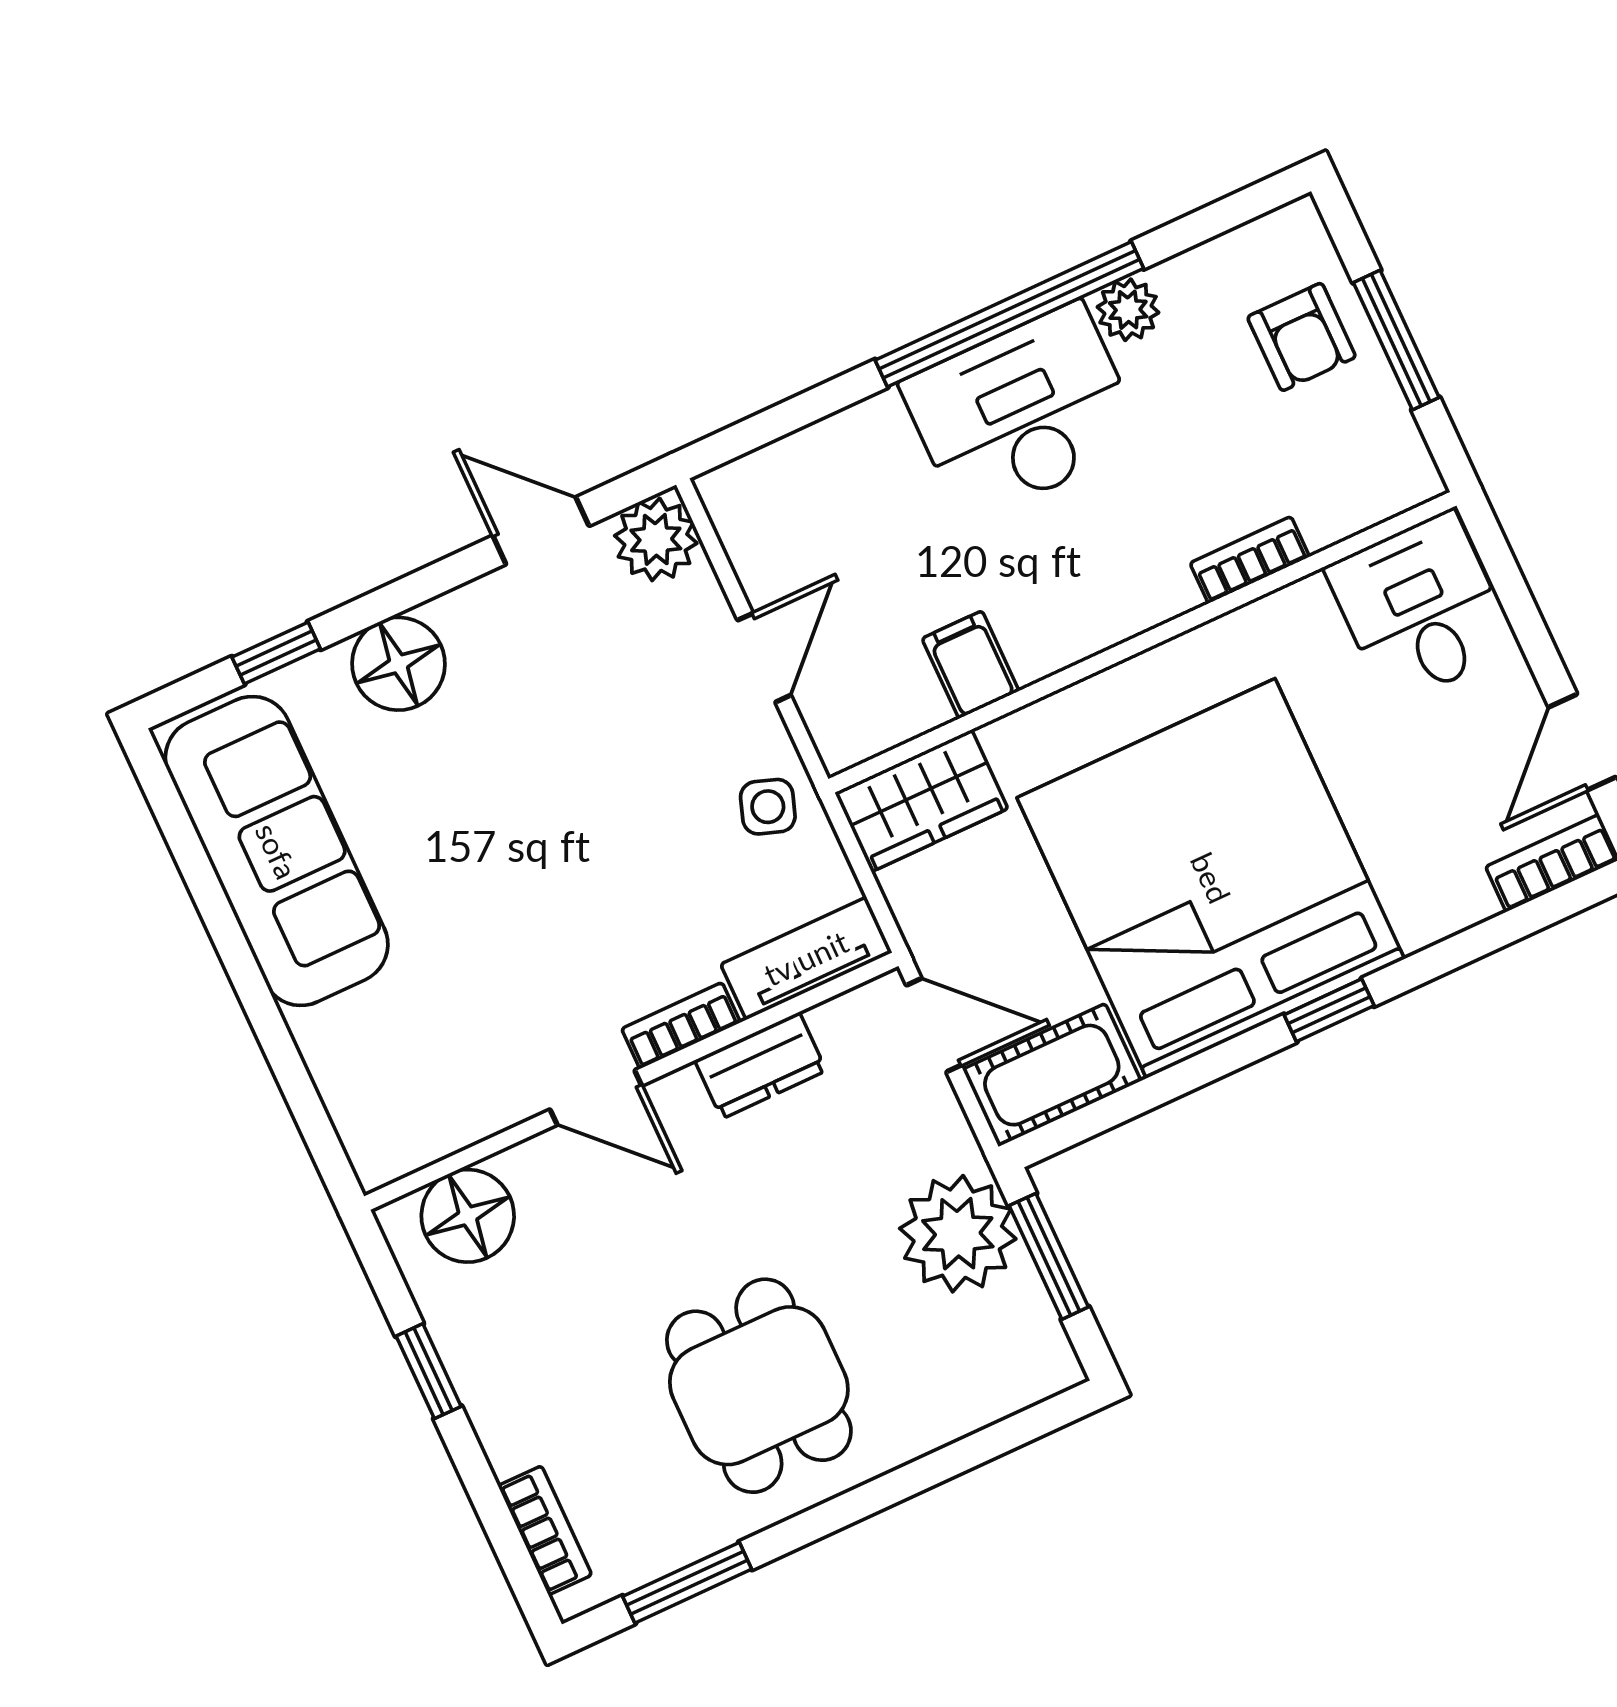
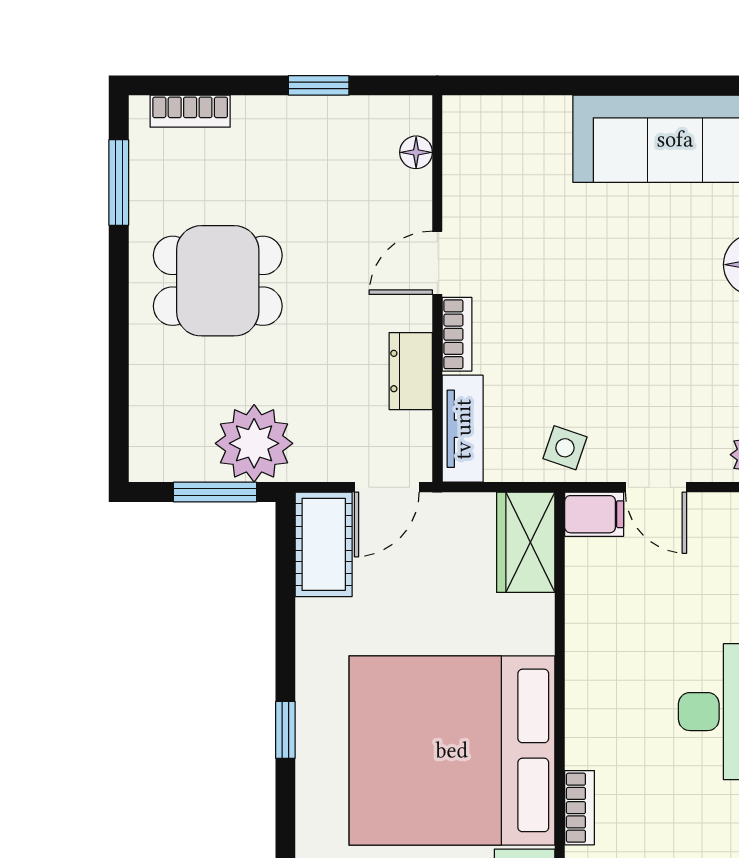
filing cabinet: (970, 665) -> (594, 514), moved
bed: (1211, 878) -> (452, 750), moved, turned 180
floor lamp: (468, 1216) -> (416, 152), width x0.53, depth x0.53

